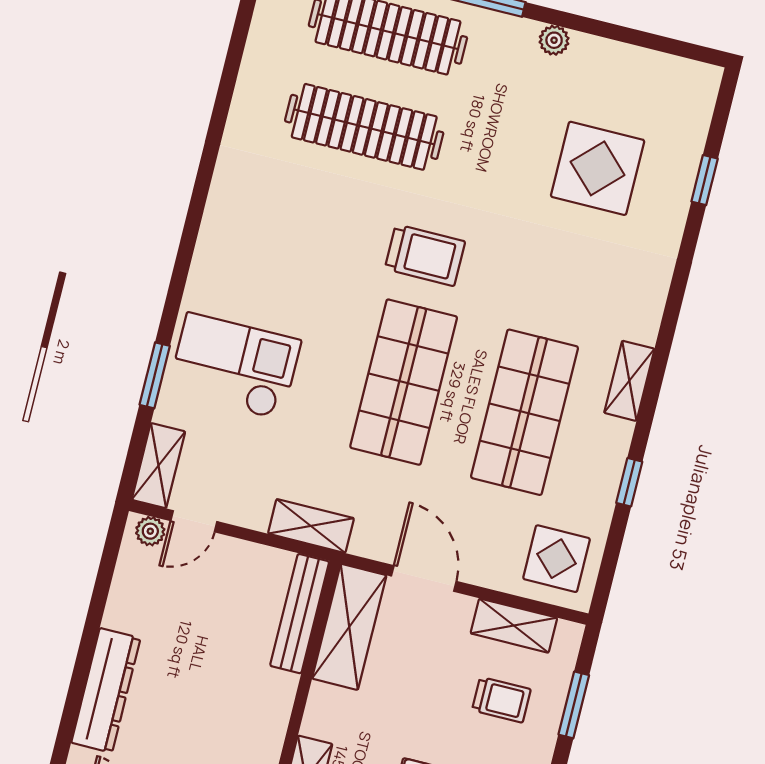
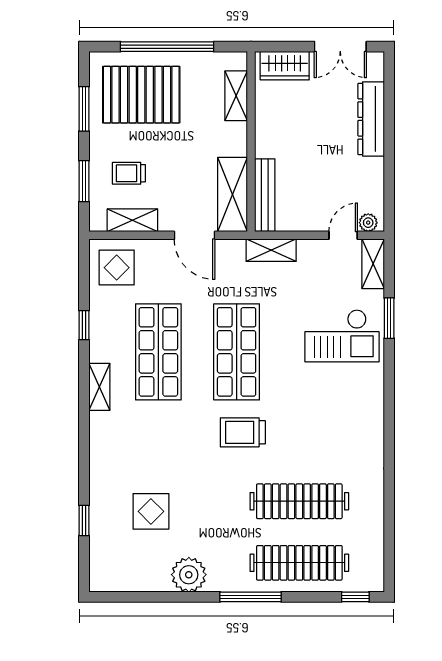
plant: (554, 40) -> (189, 575), width x1.87, depth x1.87
display table: (598, 168) -> (151, 511), width x0.73, depth x0.73

